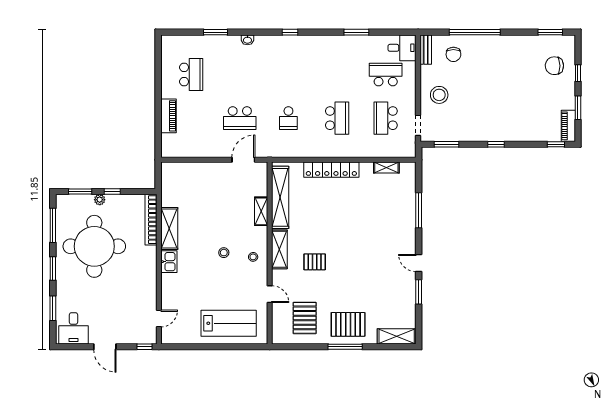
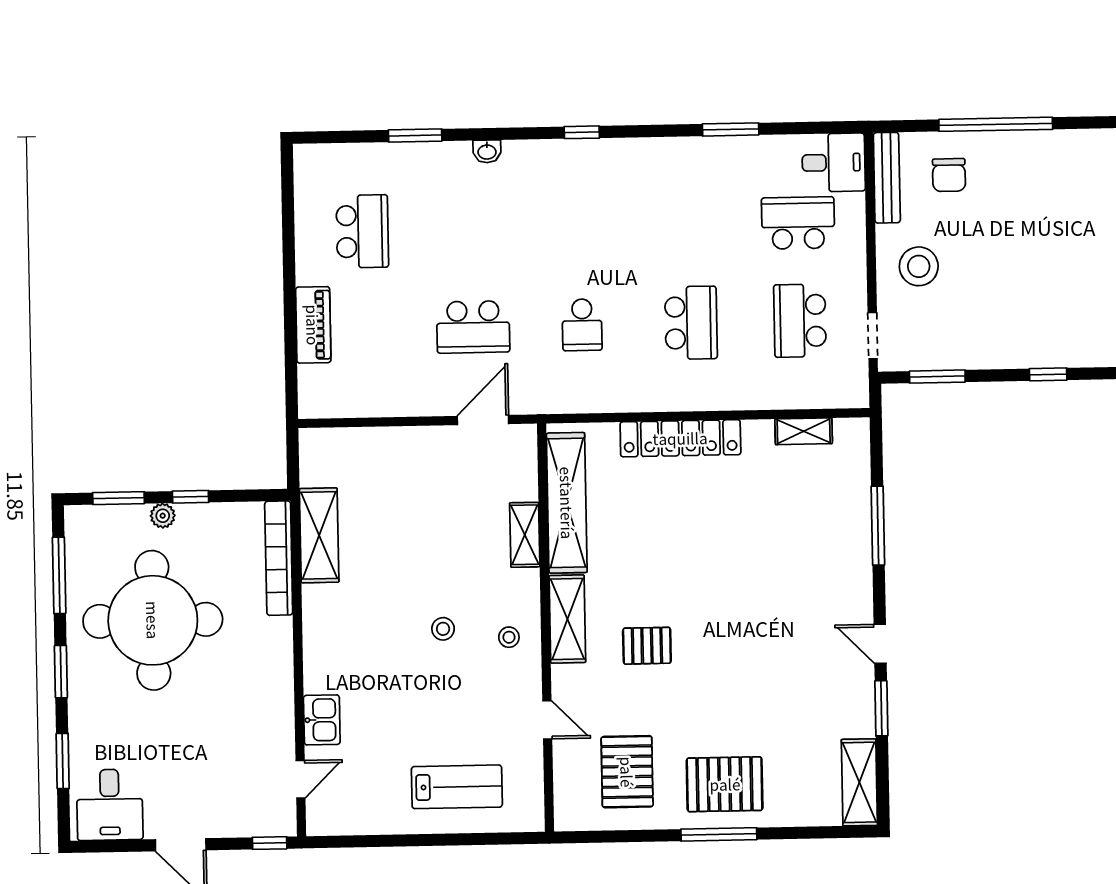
bench: (426, 50) -> (887, 178), width x1.36
shelving: (169, 228) -> (319, 535), moved
kitchen sink: (169, 262) -> (322, 720), moved
lab bench: (229, 323) -> (457, 787), width x0.73, depth x0.72
shelving: (397, 336) -> (859, 782), moved, turned 90

